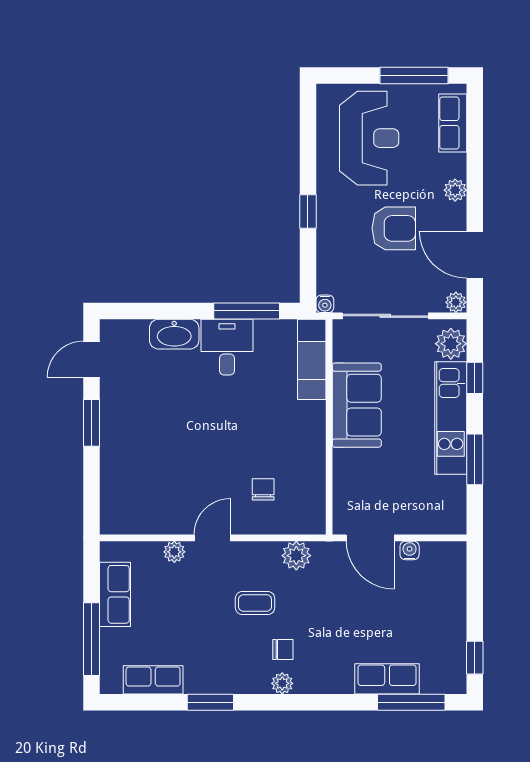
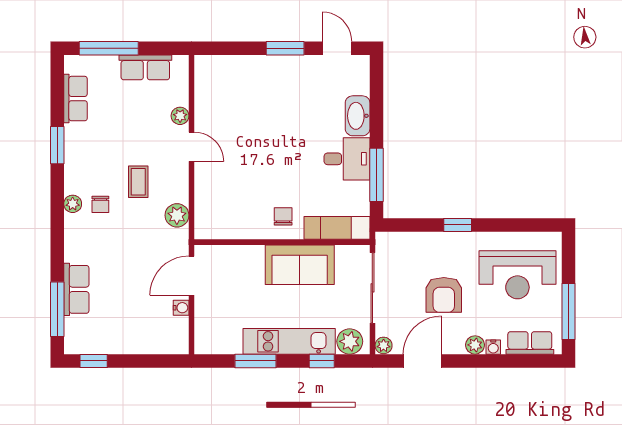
water cooler: (325, 304) -> (493, 347), moved, turned -90
chair: (263, 489) -> (283, 216), moved, turned -90

